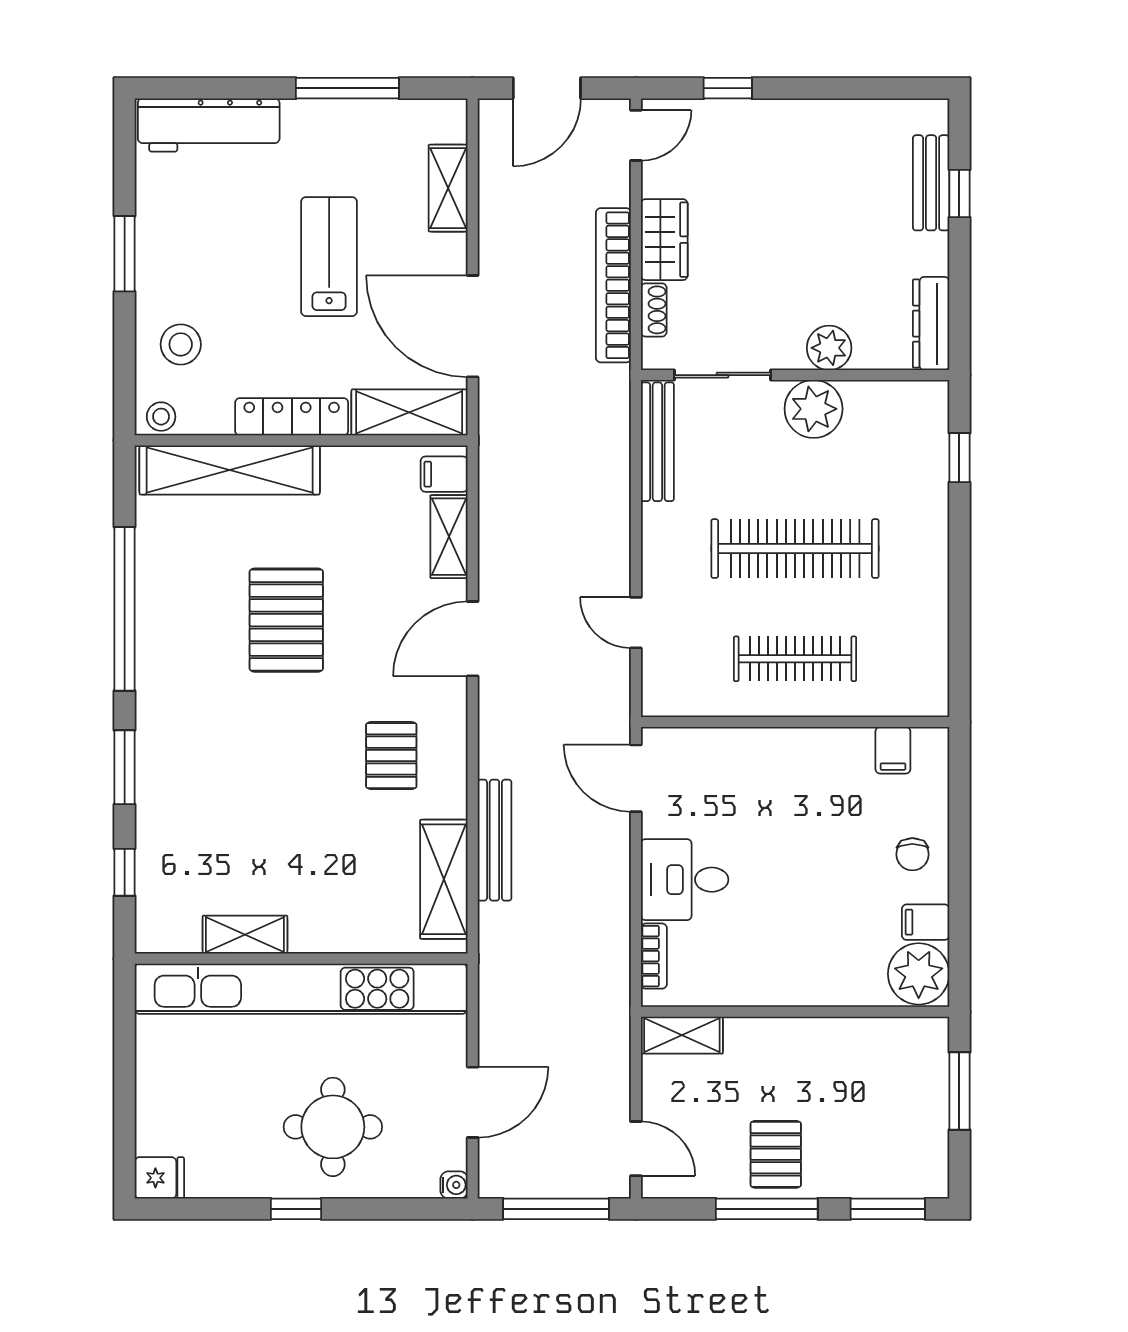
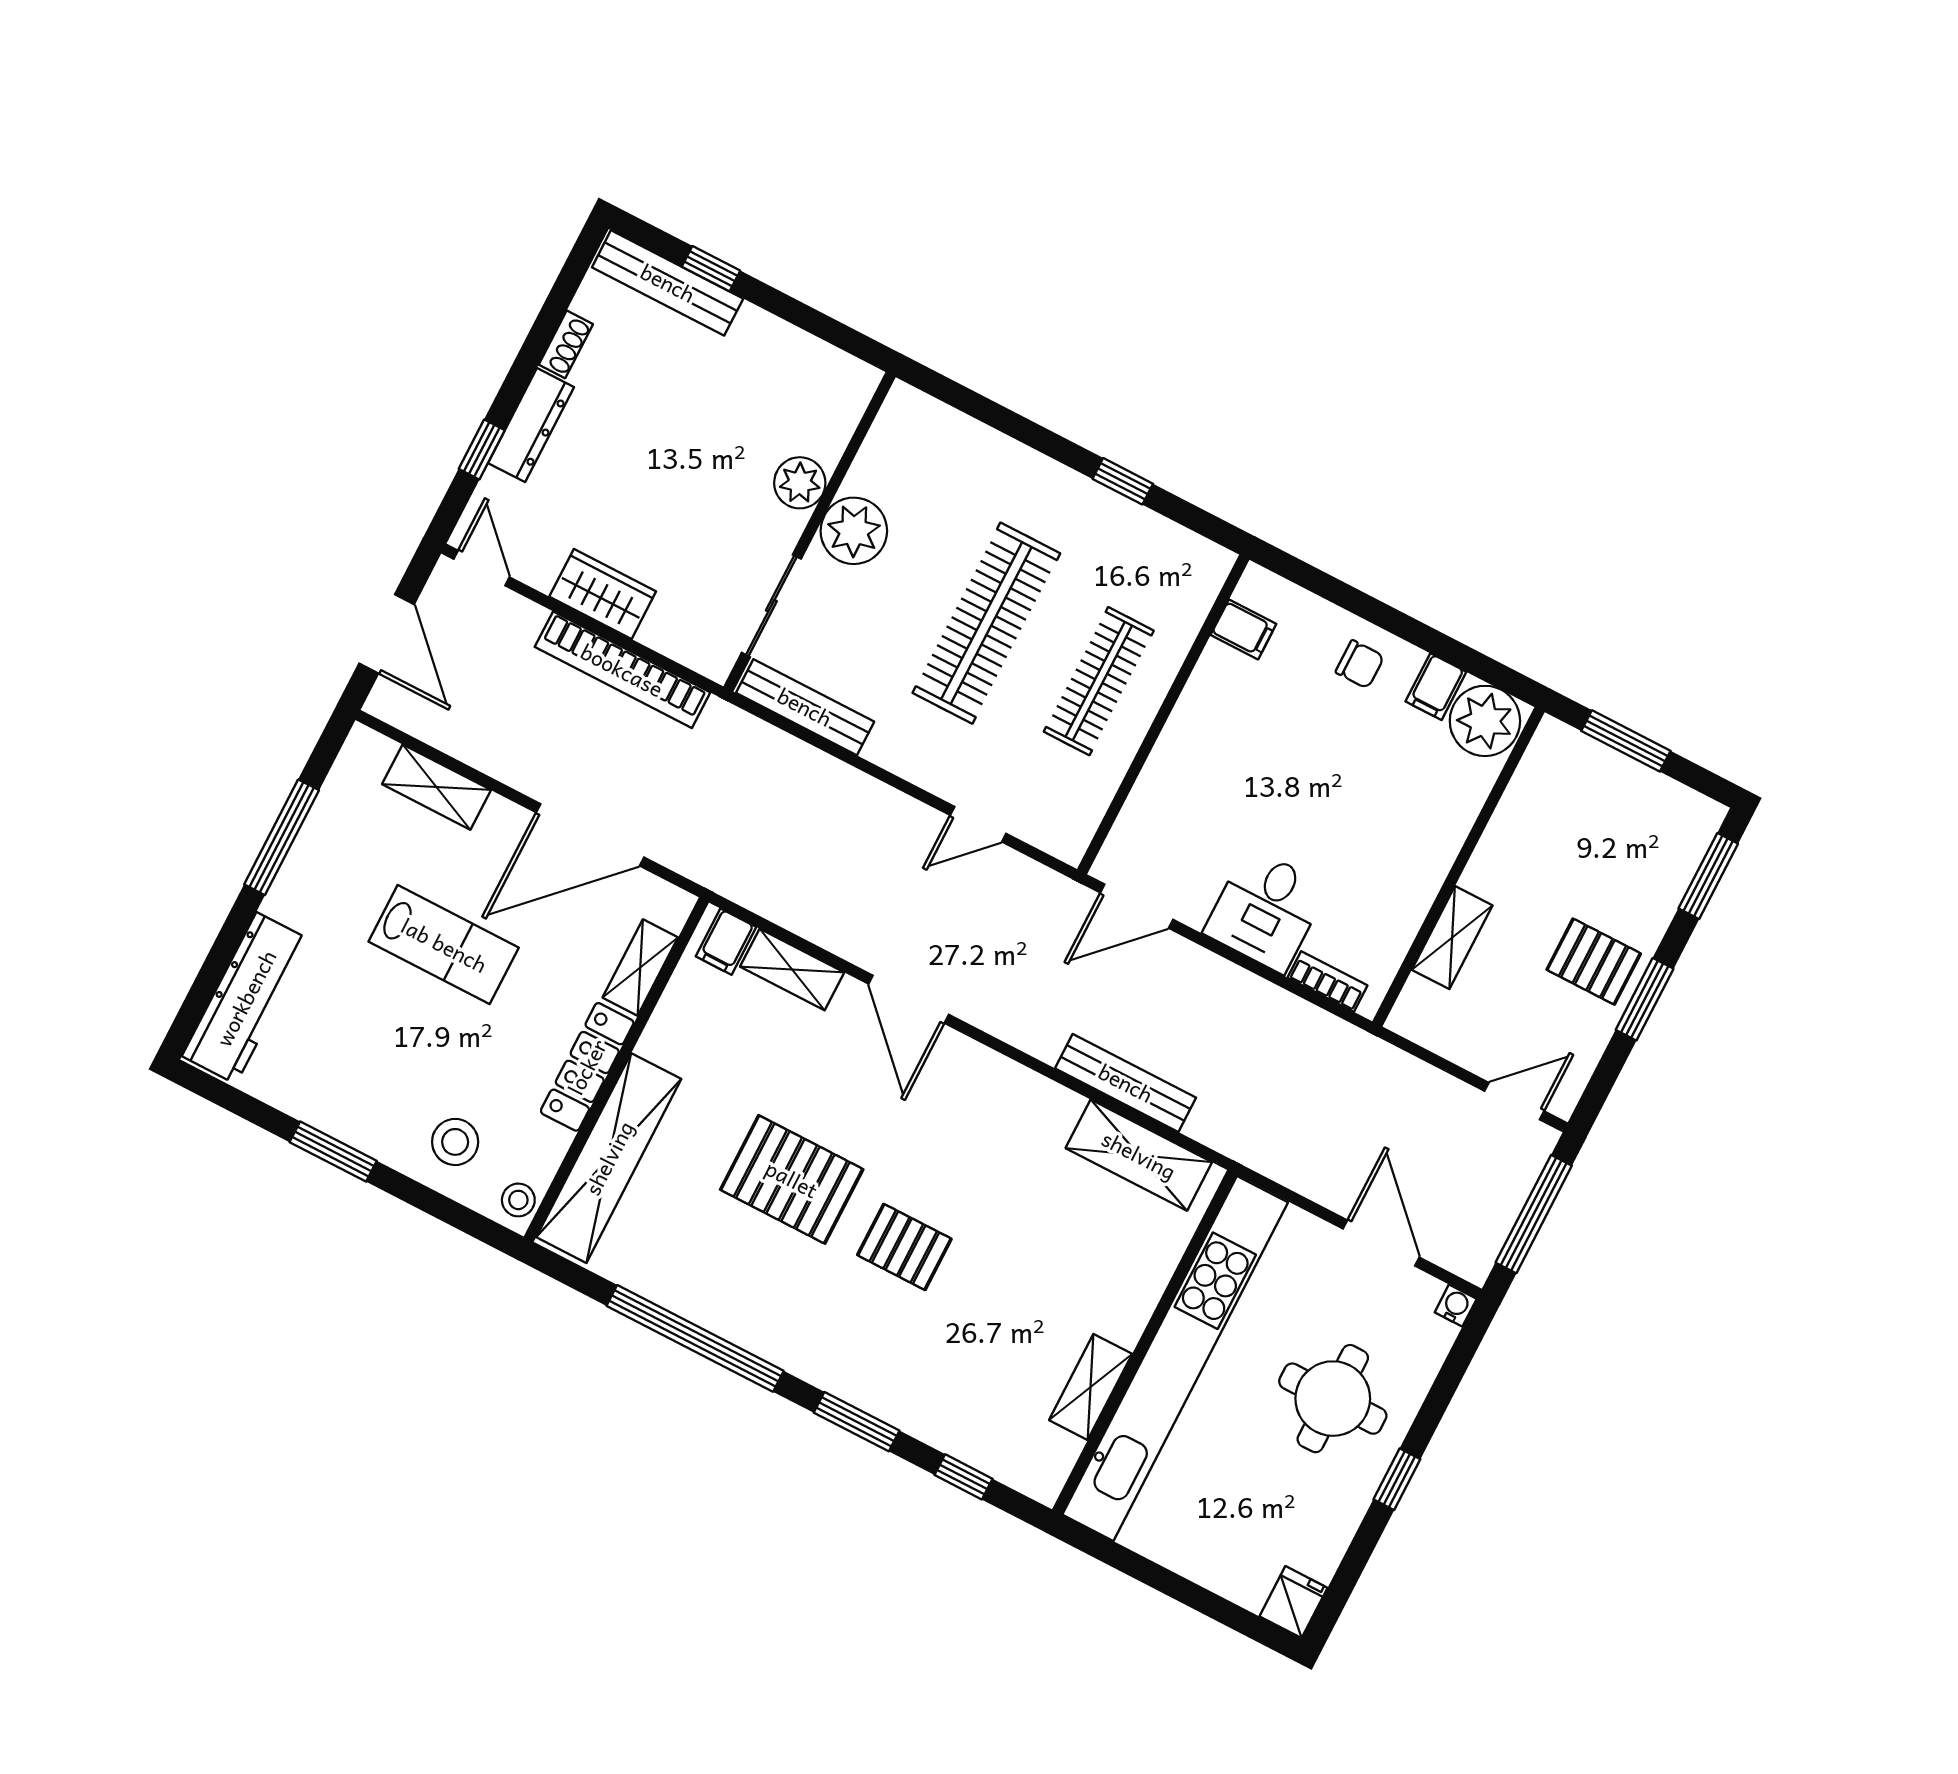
bench: (931, 183) -> (668, 283), width x1.36
lab bench: (329, 257) -> (444, 945), turned 180
shoe rack: (654, 310) -> (566, 344), moved, turned 90
dresser: (931, 324) -> (531, 425), moved, turned -90
shelving: (409, 412) -> (640, 968), width x0.67, depth x0.75
window: (959, 458) -> (1123, 481), moved
pallet: (391, 756) -> (904, 1247), moved
shelving: (682, 1035) -> (1452, 938), moved
window: (767, 1209) -> (1645, 999), width x0.69

